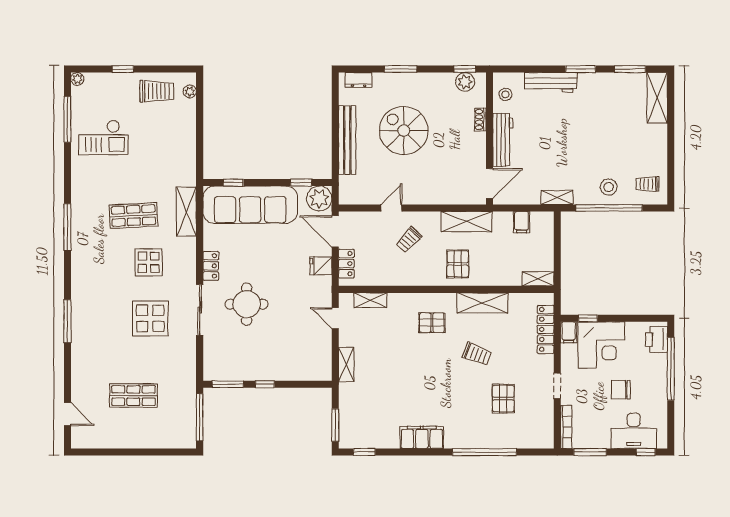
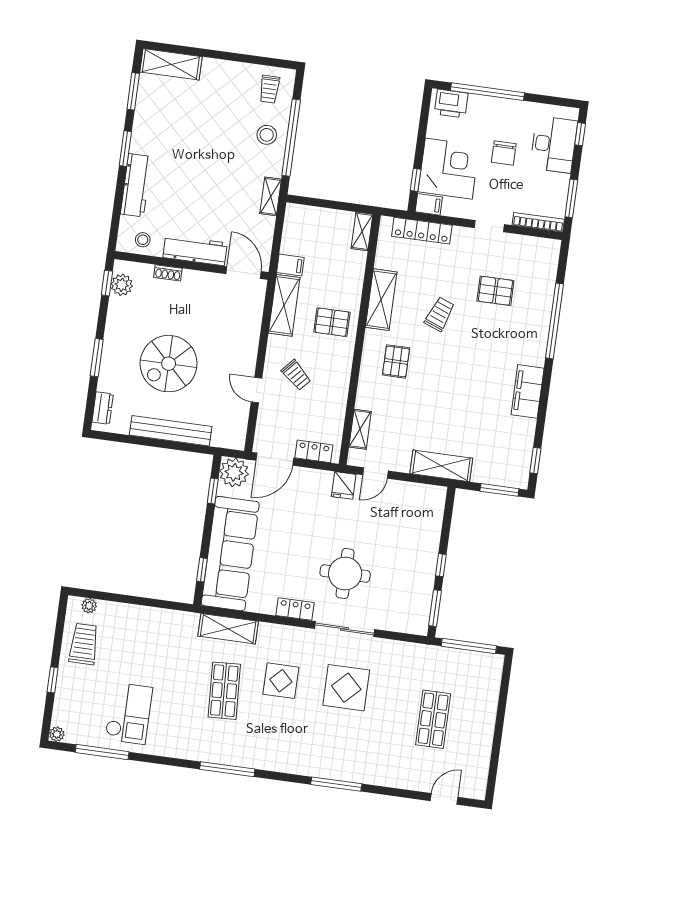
filing cabinet: (522, 222) -> (290, 265), moved
fridge: (321, 266) -> (344, 485), moved
shelving: (346, 365) -> (441, 466), width x1.50, depth x1.33

